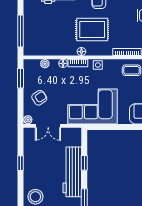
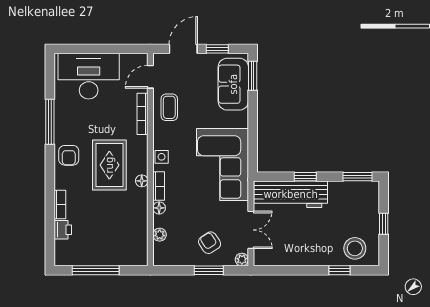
window: (21, 31) -> (96, 270), moved
window: (21, 78) -> (209, 270), moved
window: (21, 163) -> (340, 270), moved
workbench: (72, 172) -> (291, 194), moved

